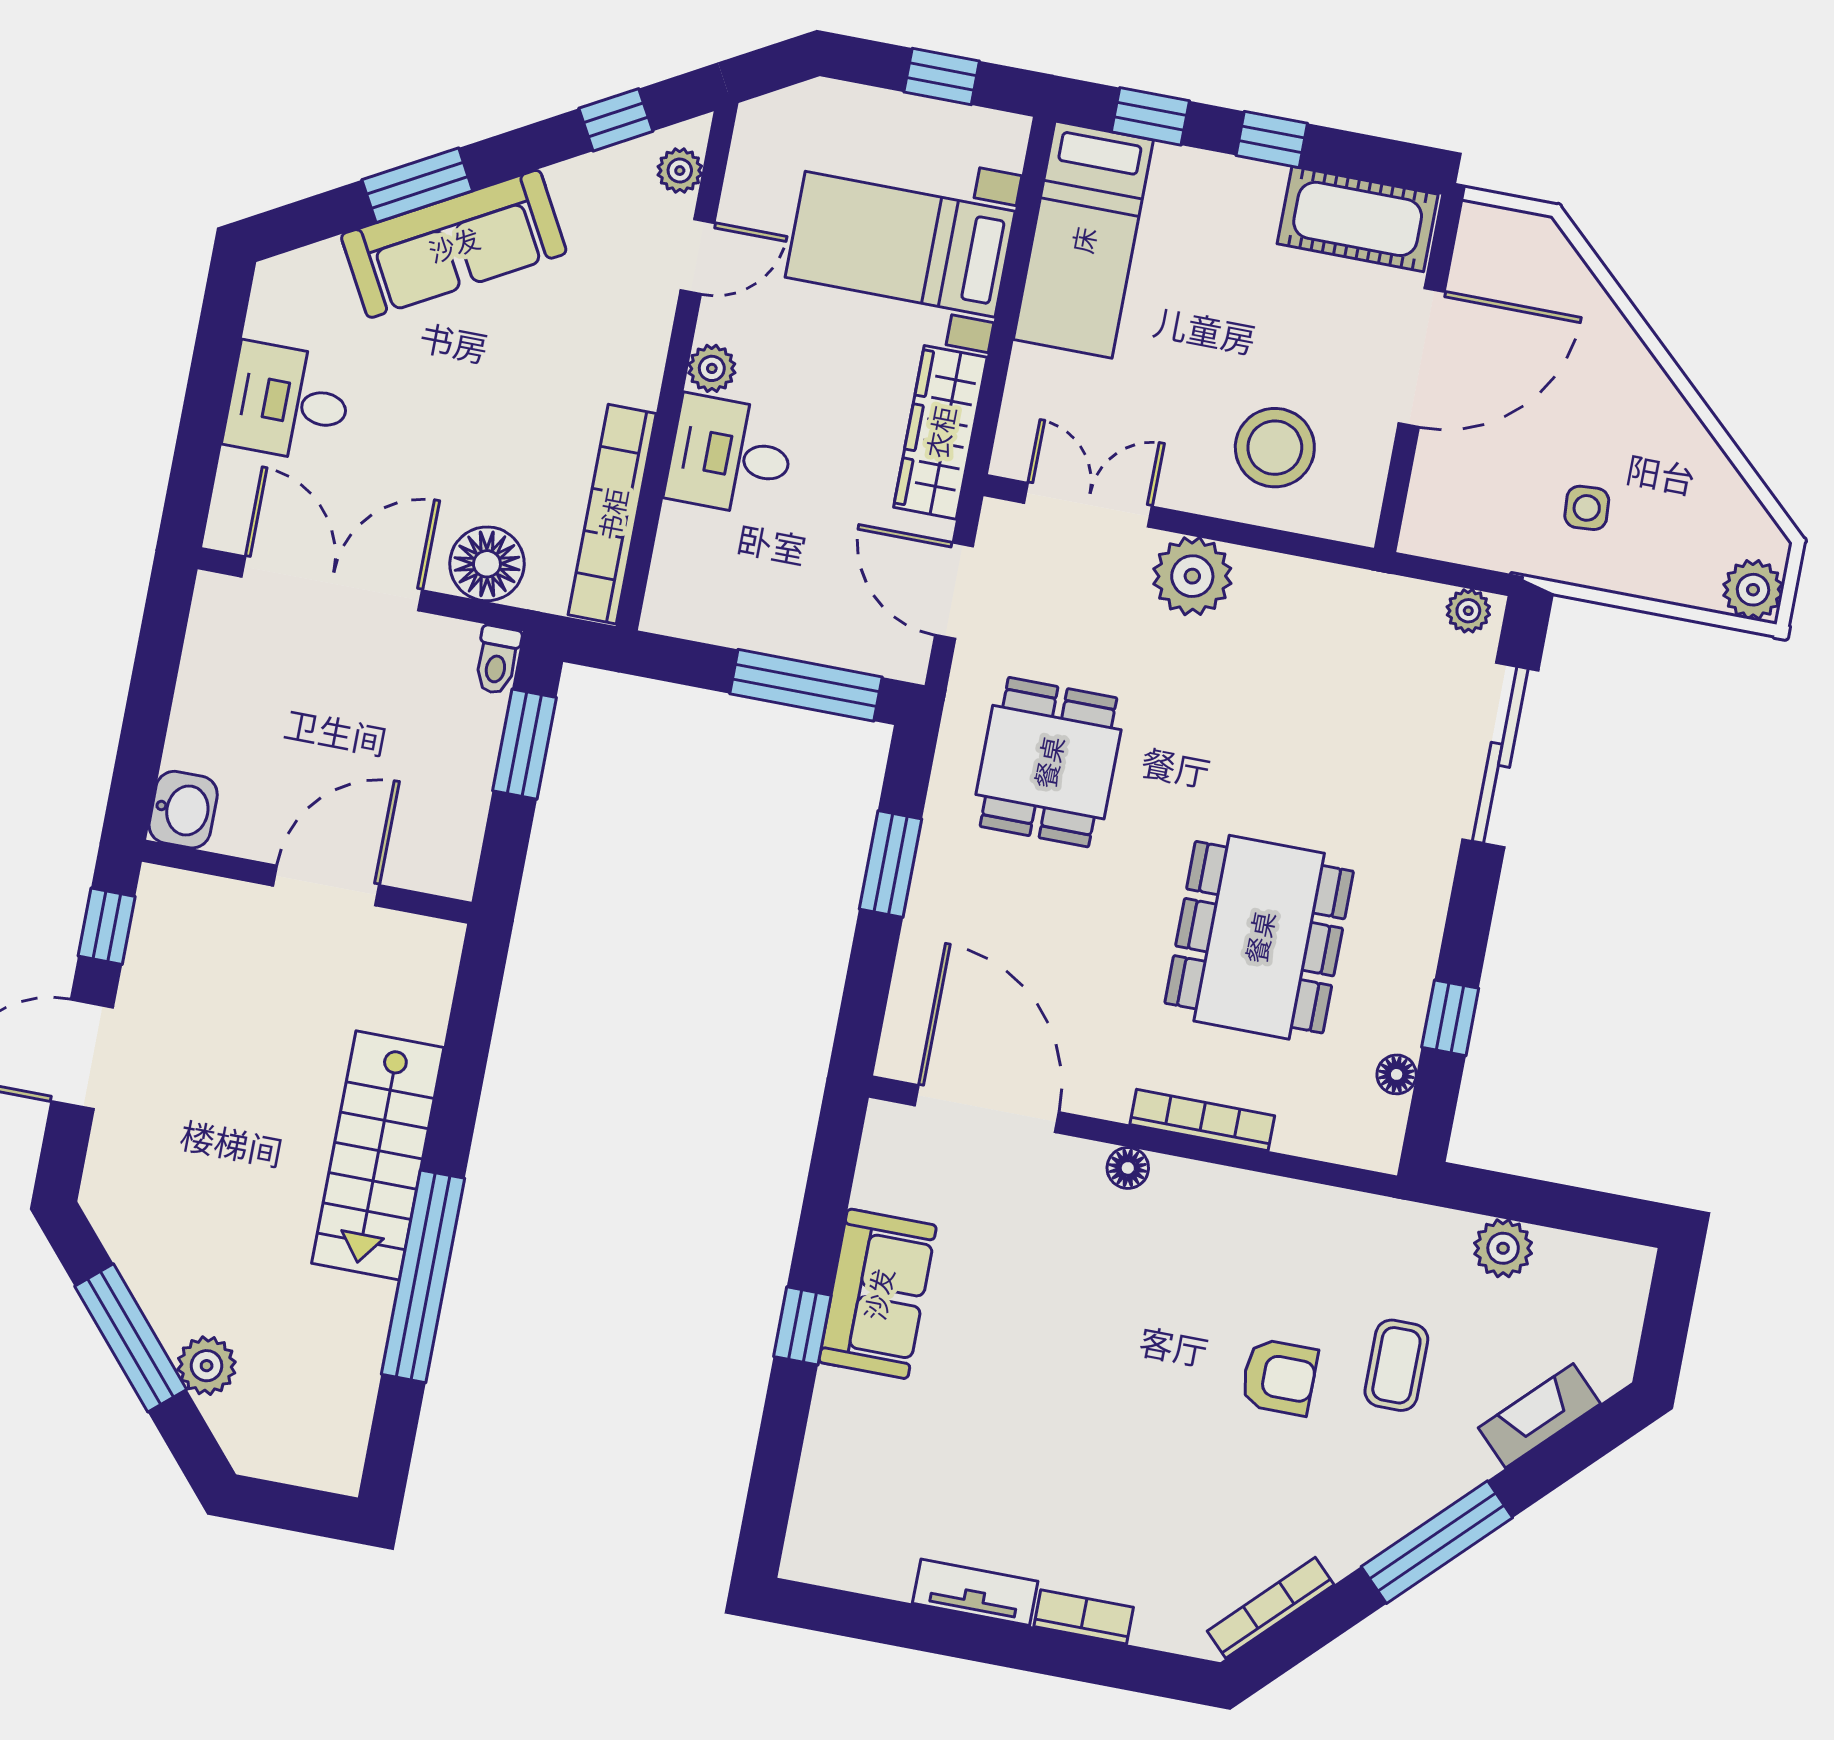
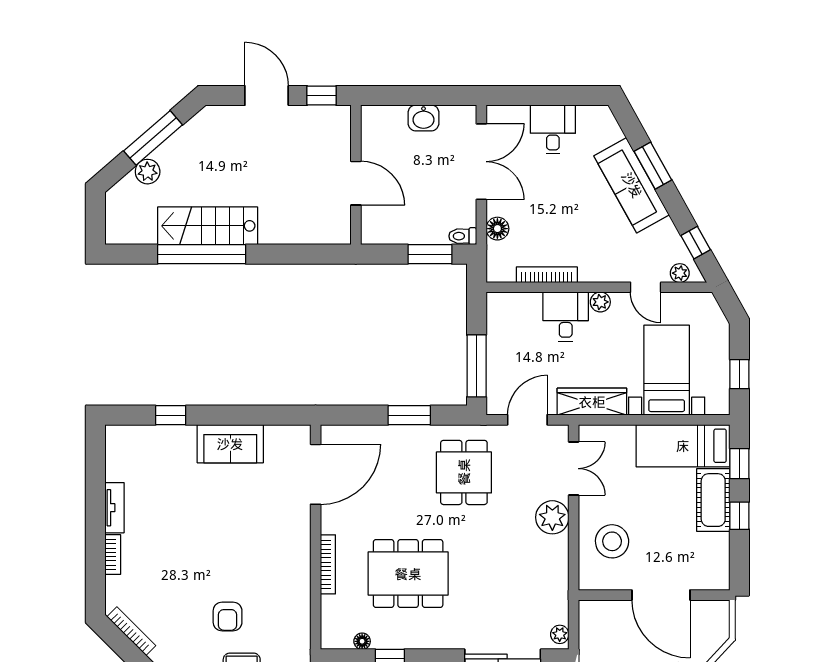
cot: (1358, 219) -> (713, 500), moved
bookcase: (612, 514) -> (547, 275), width x0.68, depth x0.76
floor lamp: (487, 564) -> (497, 229), width x0.73, depth x0.73
dining table: (1048, 762) -> (464, 472), turned 90
washbasin: (183, 810) -> (423, 118), moved
stairs: (378, 1155) -> (208, 226), moved
floor lamp: (1128, 1168) -> (302, 537), removed
window: (802, 1326) -> (171, 415), moved

